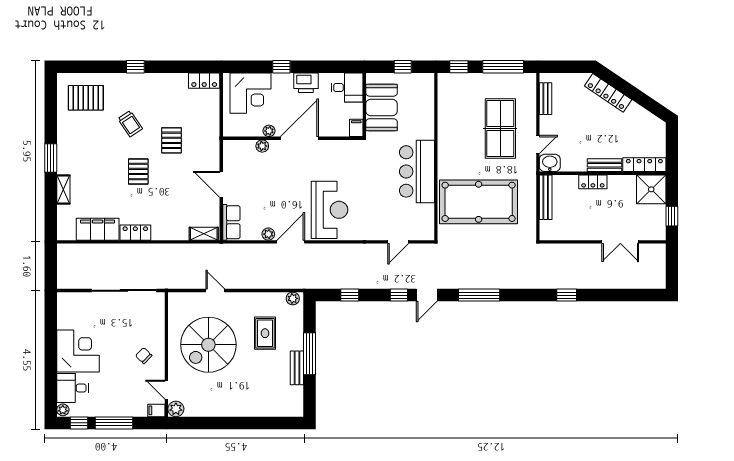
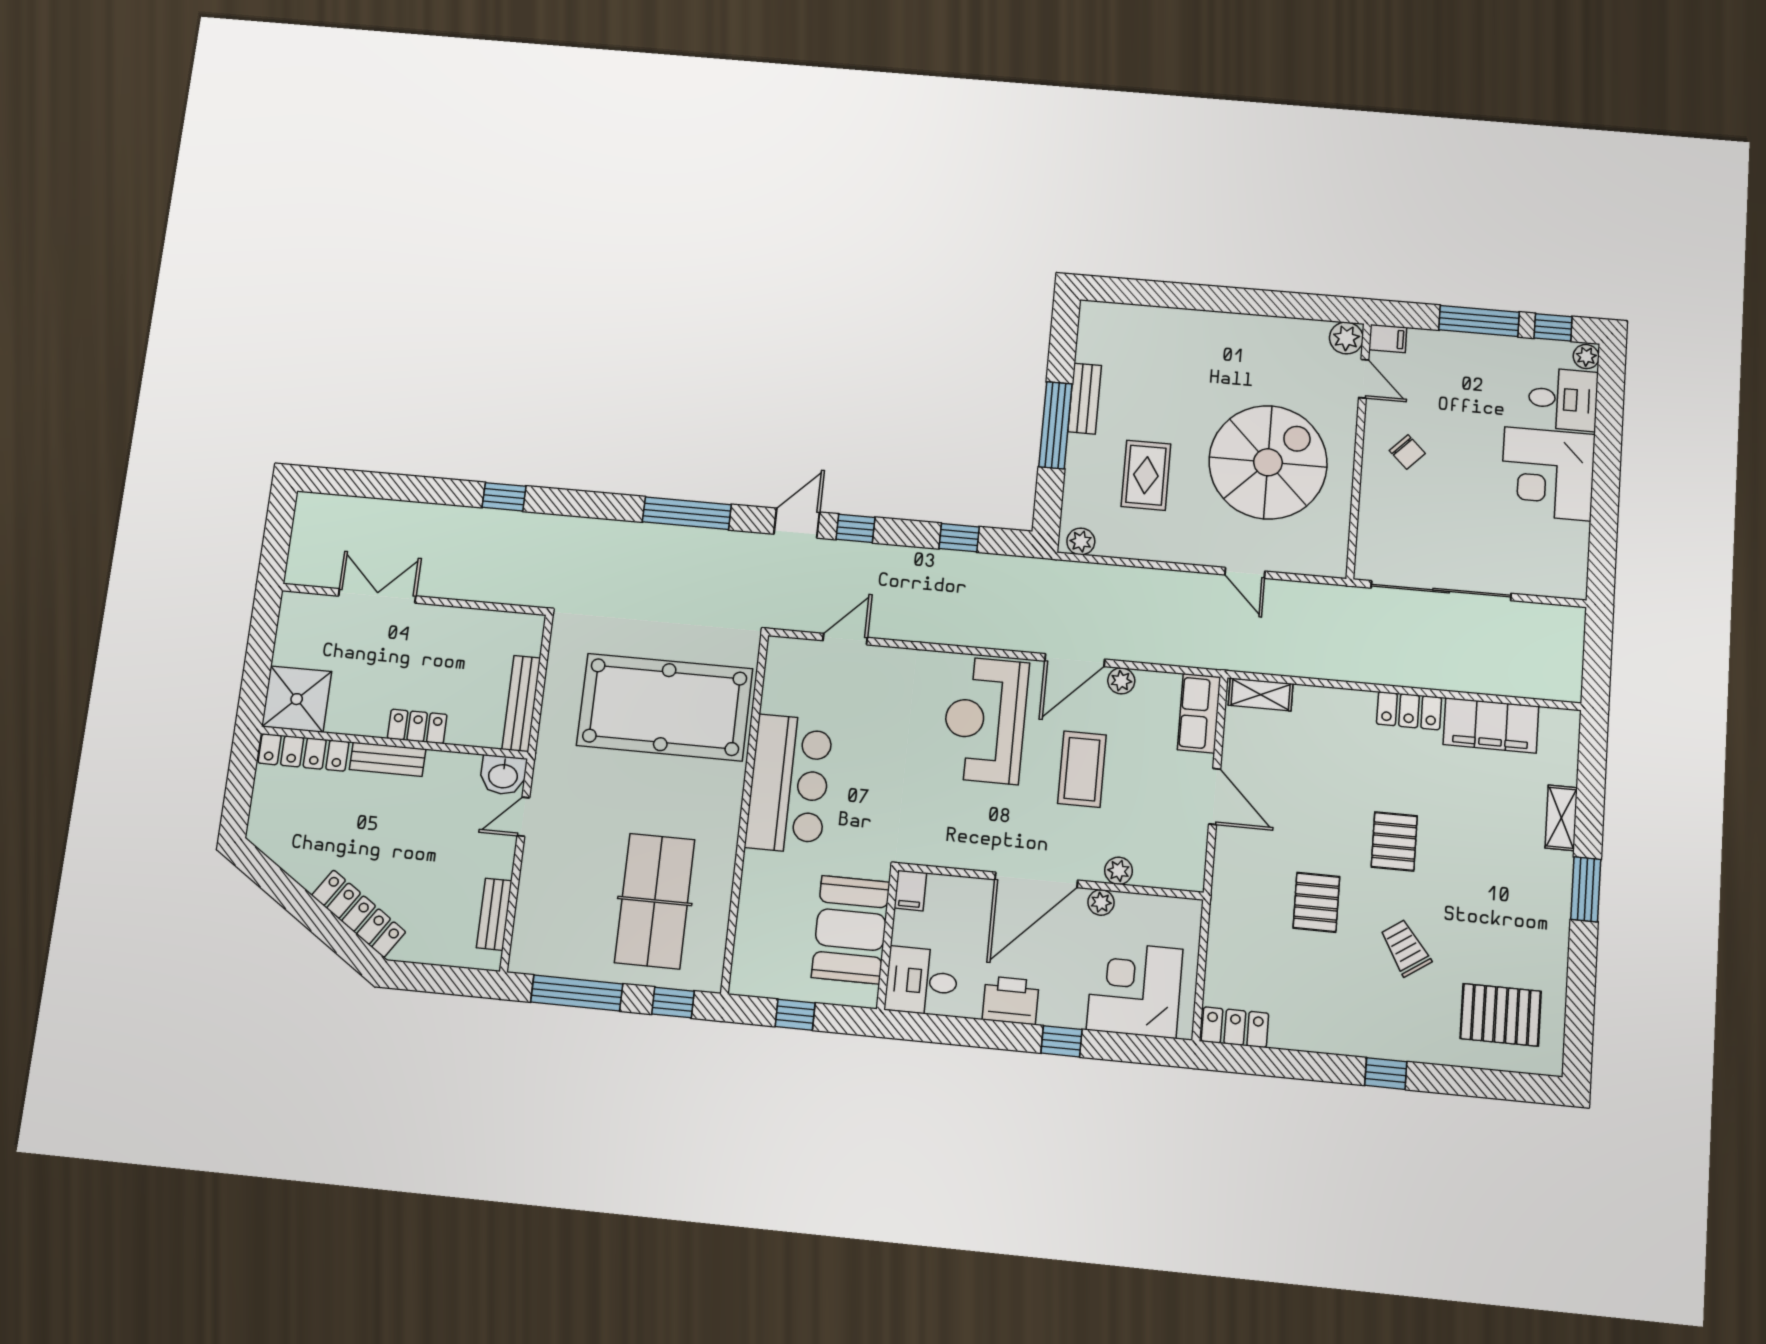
table tennis table: (500, 129) -> (655, 901), moved
coffee table: (283, 191) -> (1082, 769), added
window: (672, 216) -> (262, 639), removed

